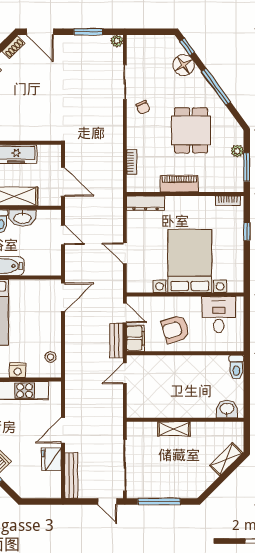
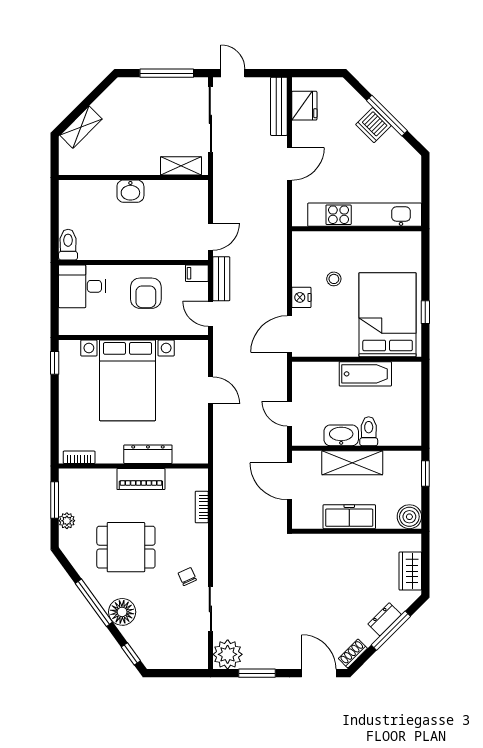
plant: (117, 41) -> (228, 654), width x1.88, depth x1.88
floor lamp: (184, 65) -> (122, 612), moved
dining table: (191, 130) -> (126, 547), turned 90
dresser: (146, 203) -> (148, 454), moved
window: (247, 231) -> (55, 363), moved
desk: (219, 314) -> (82, 286), moved, turned 90
armchair: (175, 329) -> (146, 293), turned 107
filing cabinet: (136, 338) -> (197, 273), width x0.50
stool: (51, 357) -> (334, 279), moved
nightstand: (18, 370) -> (301, 297), moved, turned -90
washbasin: (227, 409) -> (130, 191), moved
shelving: (174, 429) -> (181, 166), moved
fridge: (51, 459) -> (304, 106), moved

